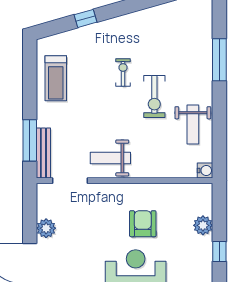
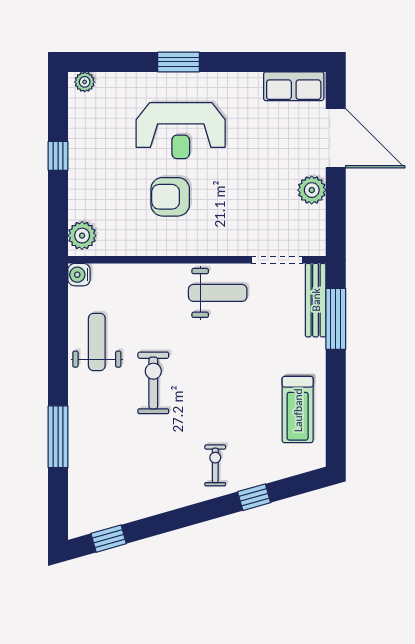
exercise bike: (123, 73) -> (215, 465), moved, turned 180
treadmill: (56, 78) -> (298, 410), turned 180
armchair: (143, 224) -> (170, 197), turned 90
plant: (203, 225) -> (82, 236), moved

